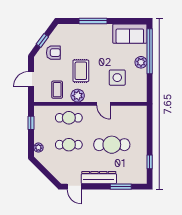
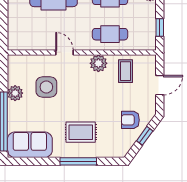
plant: (141, 62) -> (15, 93), moved
rug: (81, 71) -> (81, 132), moved, turned 90

